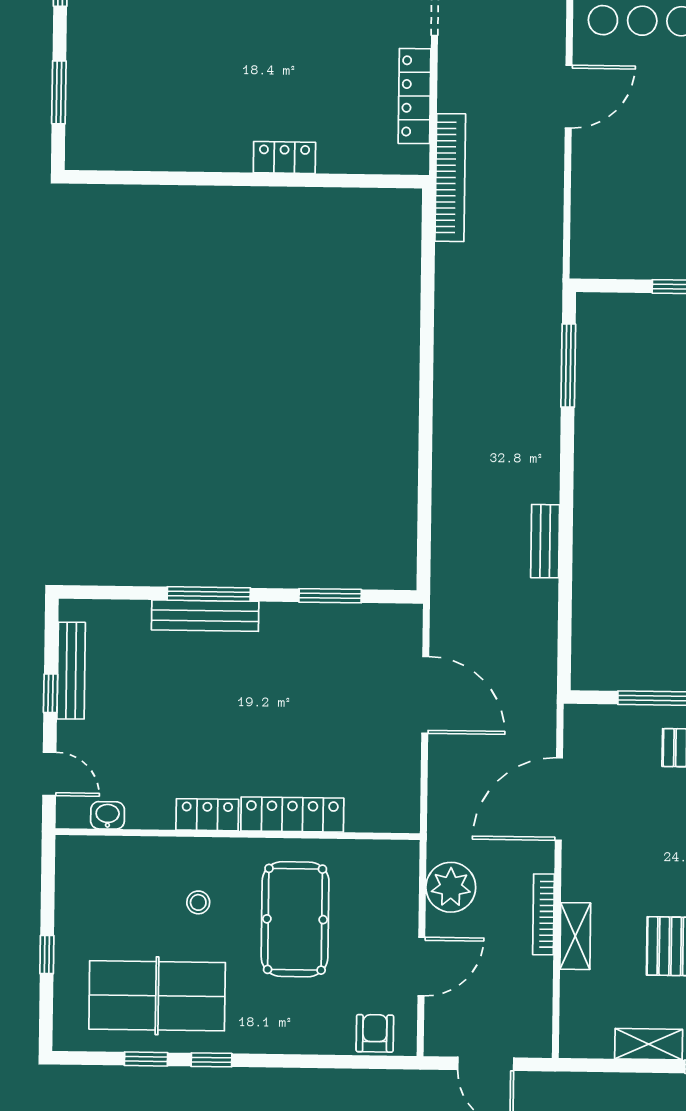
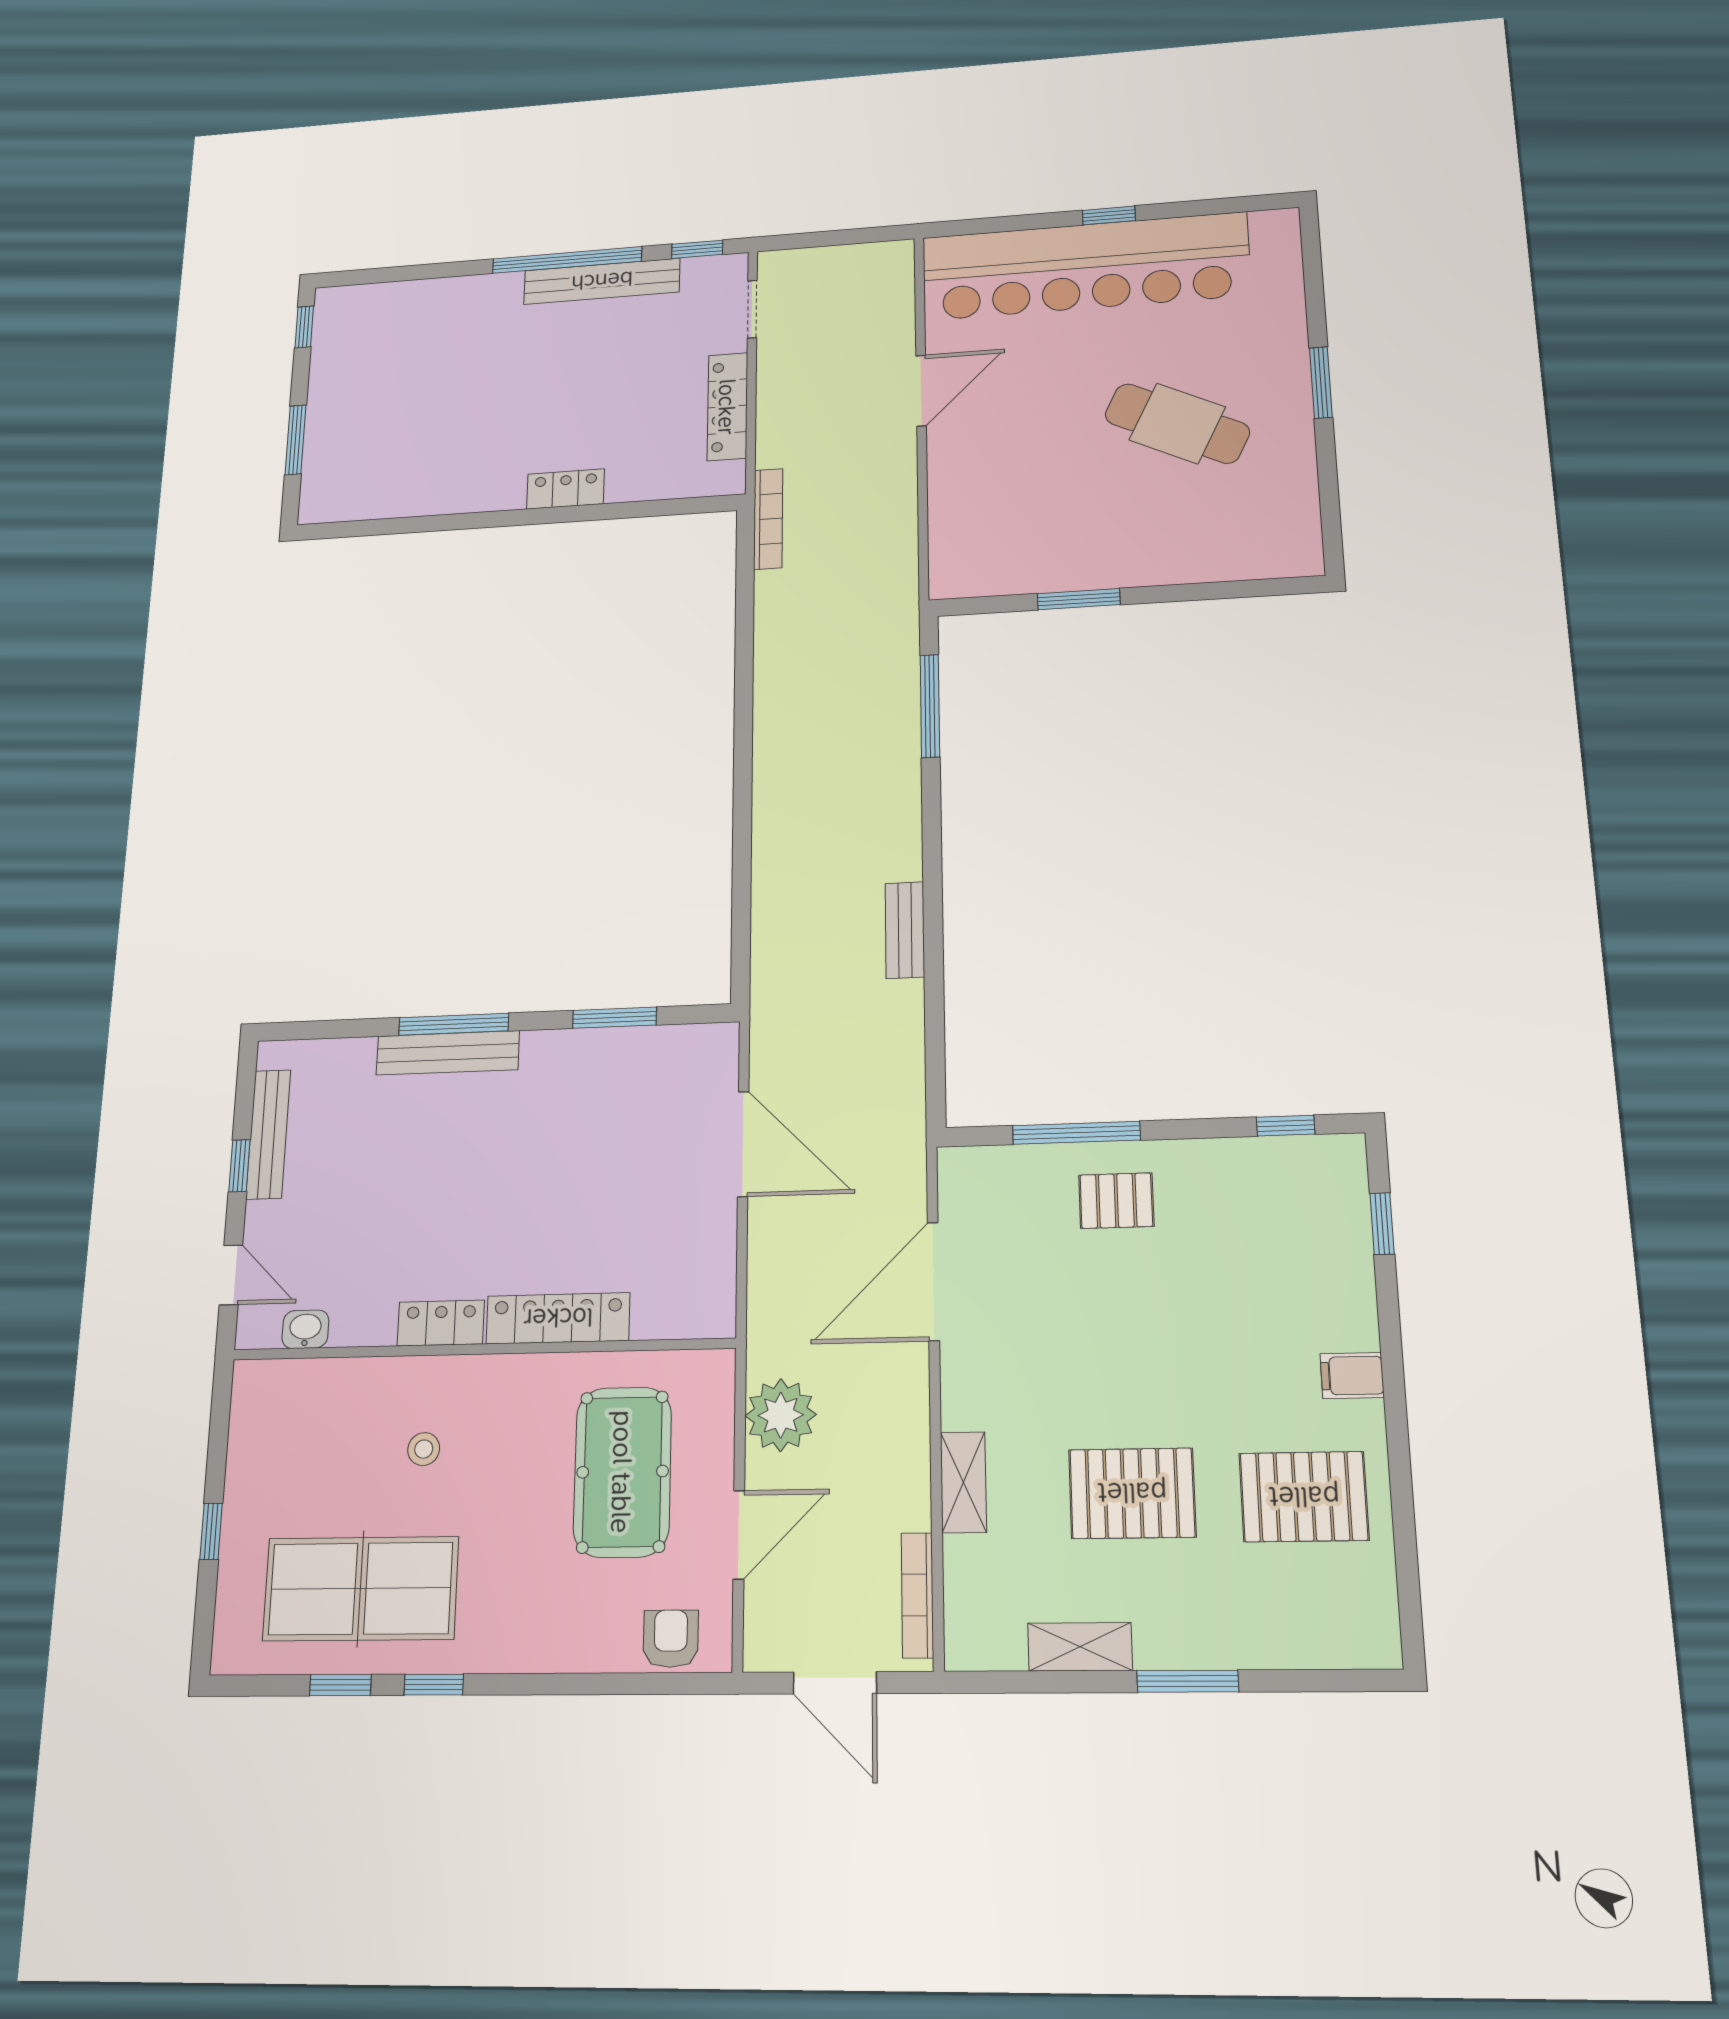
bookcase: (450, 178) -> (768, 519), width x0.68, depth x0.76
bookcase: (543, 914) -> (917, 1595), moved
pool table: (295, 919) -> (622, 1472), moved

